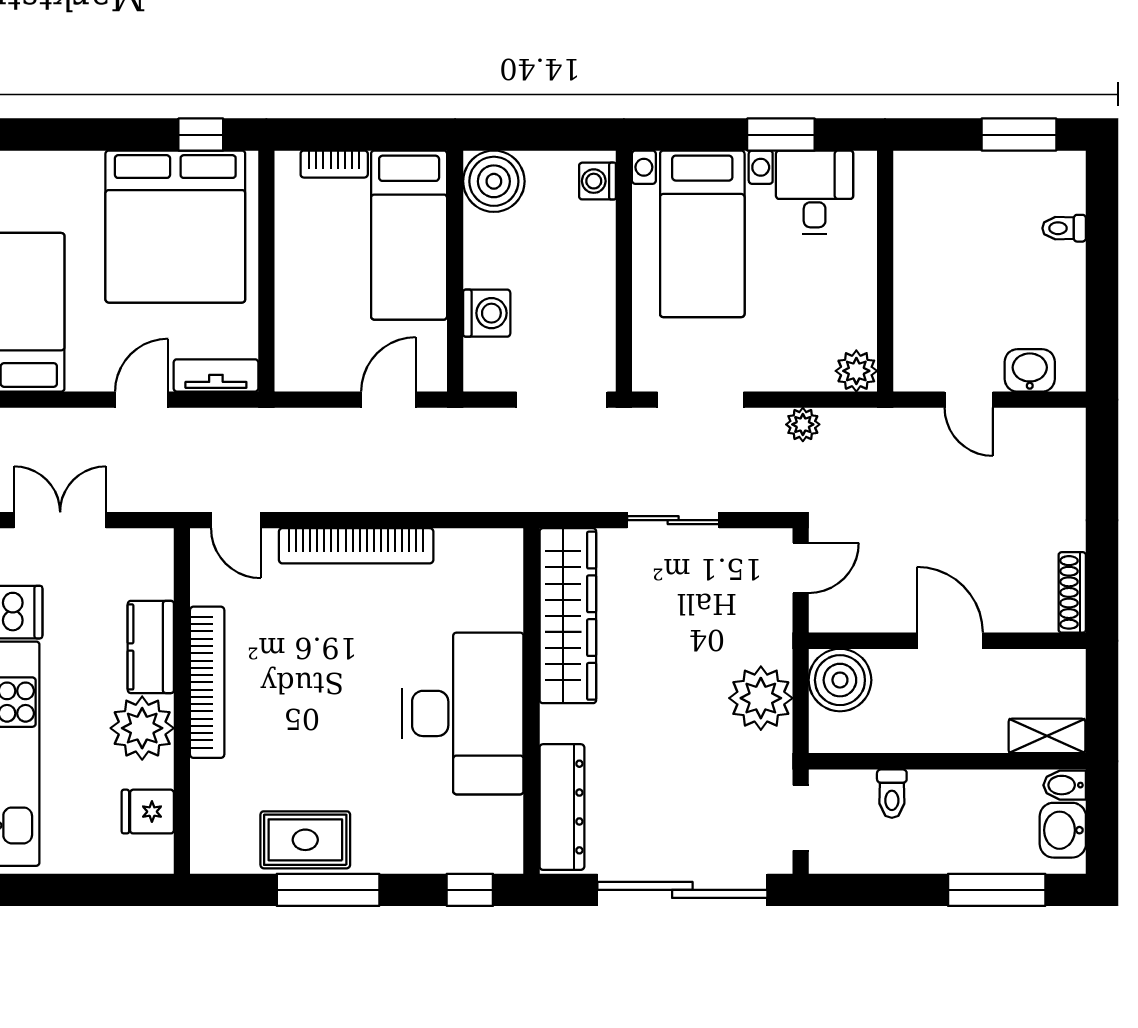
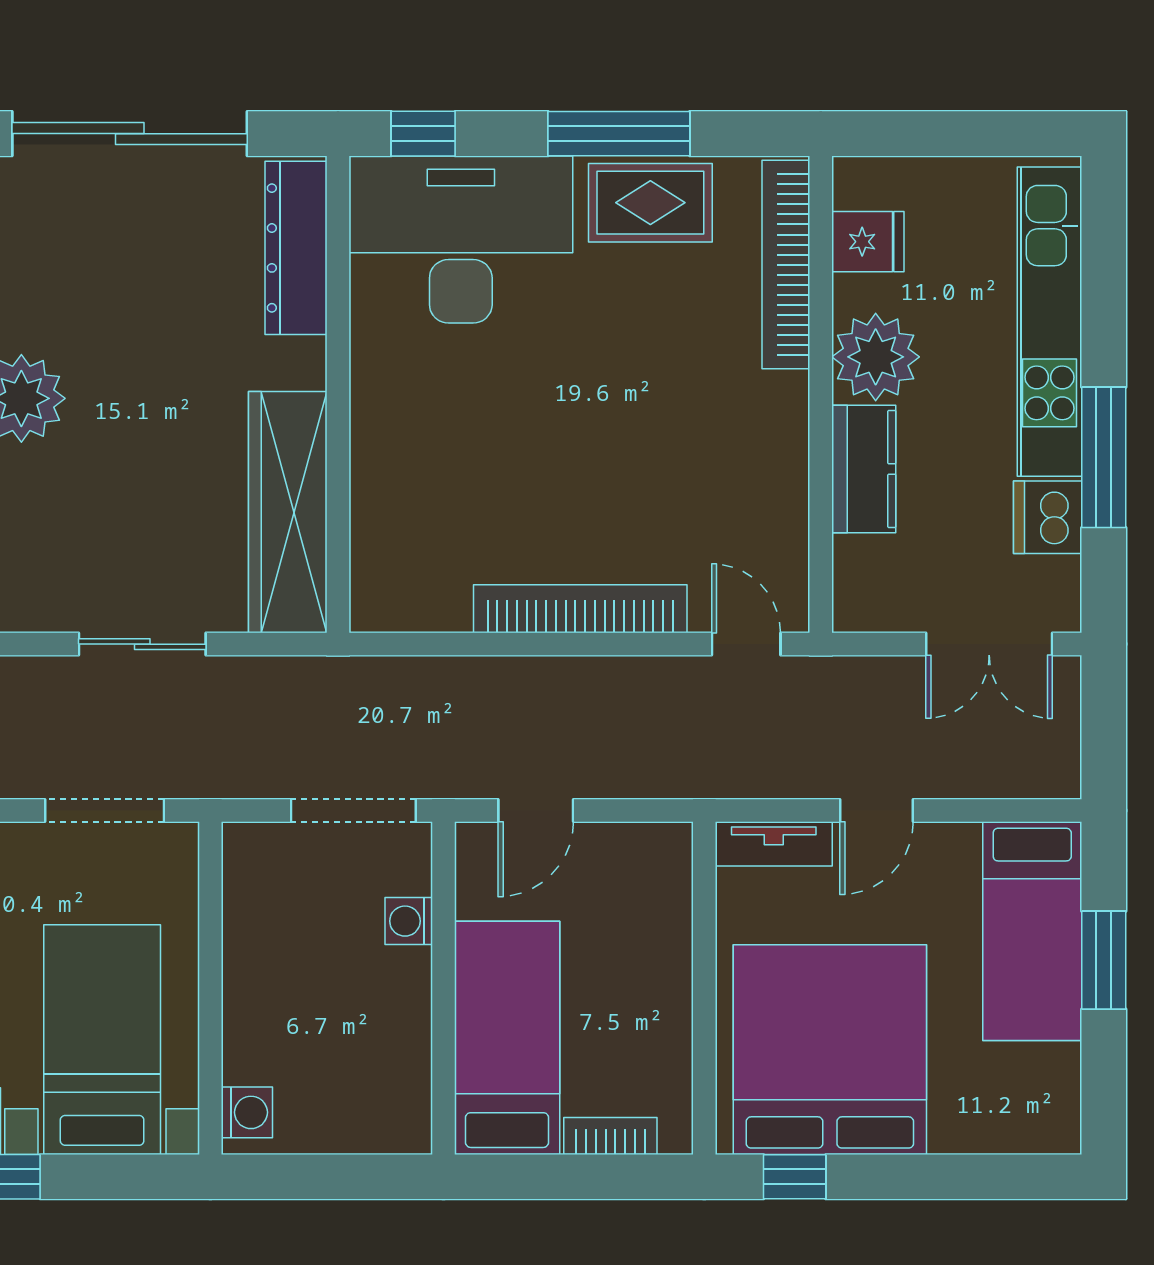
boiler: (494, 181) -> (390, 1112), removed
washing machine: (487, 313) -> (409, 921), width x0.73, depth x0.73
doorway: (562, 400) -> (353, 811), moved
bookcase: (207, 682) -> (786, 265), moved
desk: (463, 713) -> (461, 239), moved, turned 90

